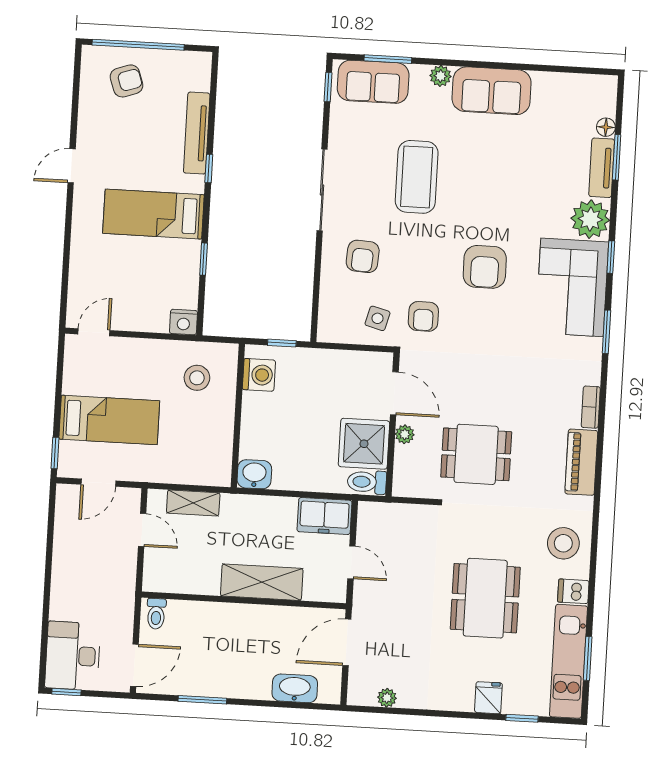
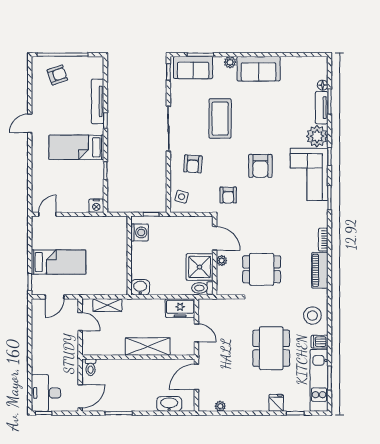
side table: (377, 318) -> (182, 197), moved
stool: (197, 378) -> (106, 236), removed

